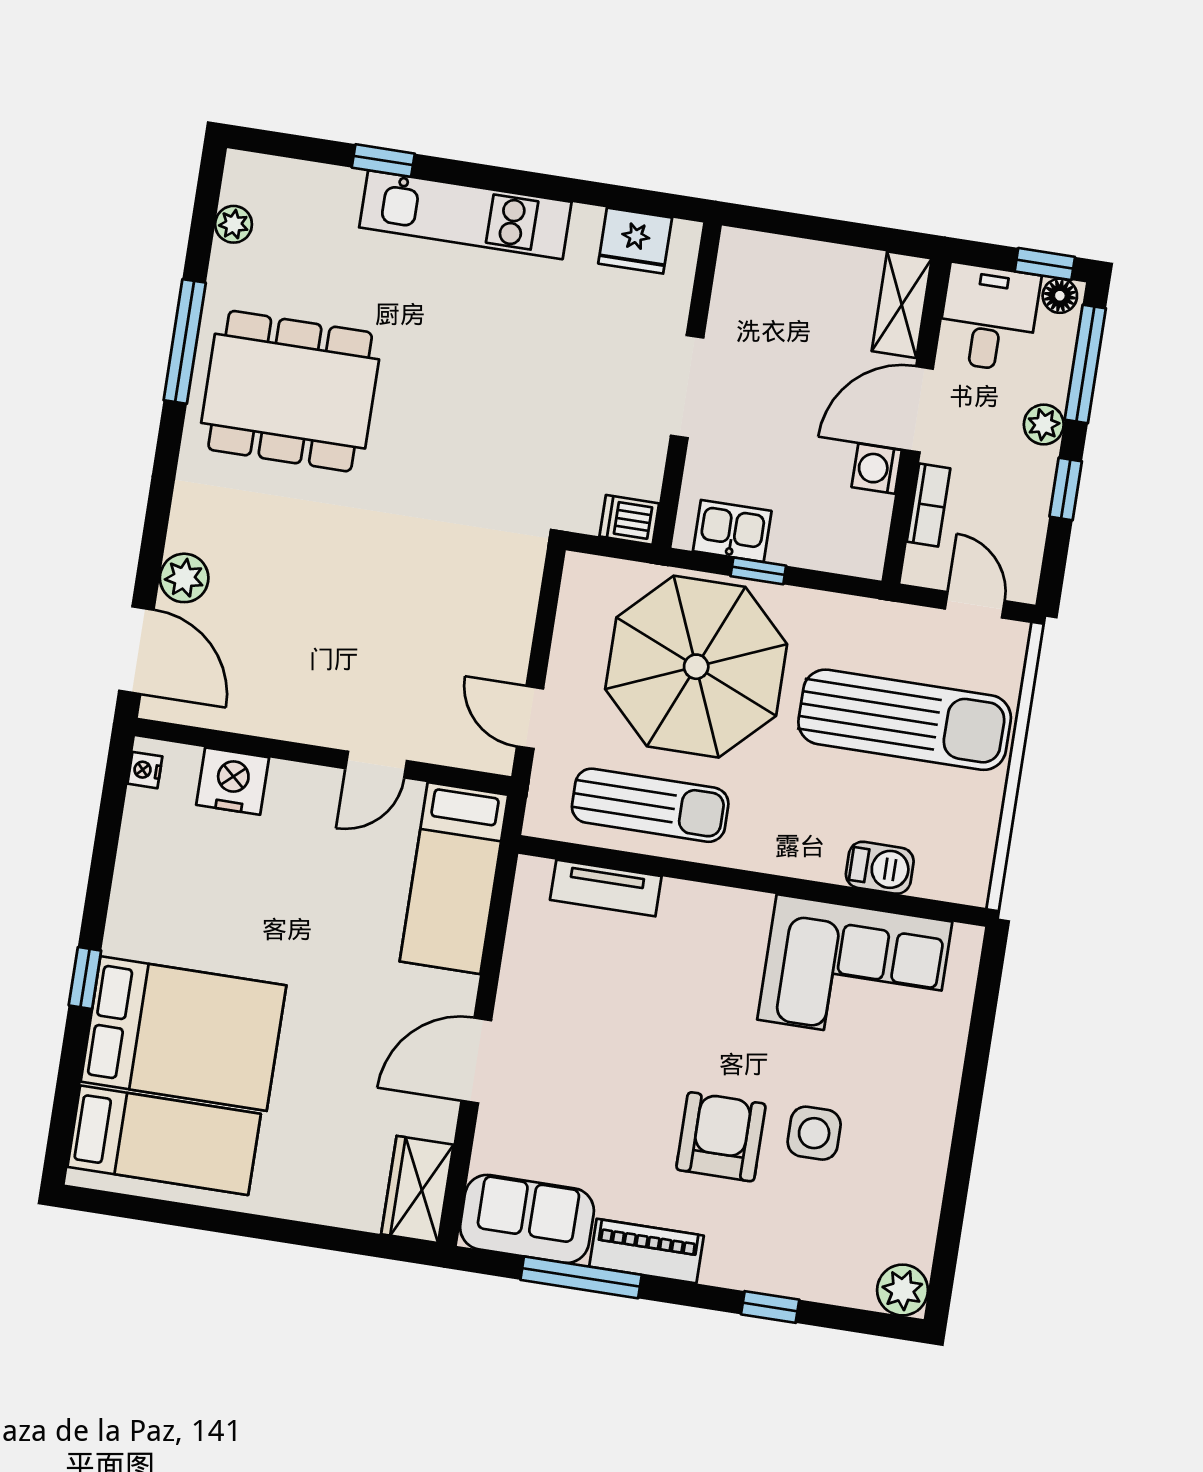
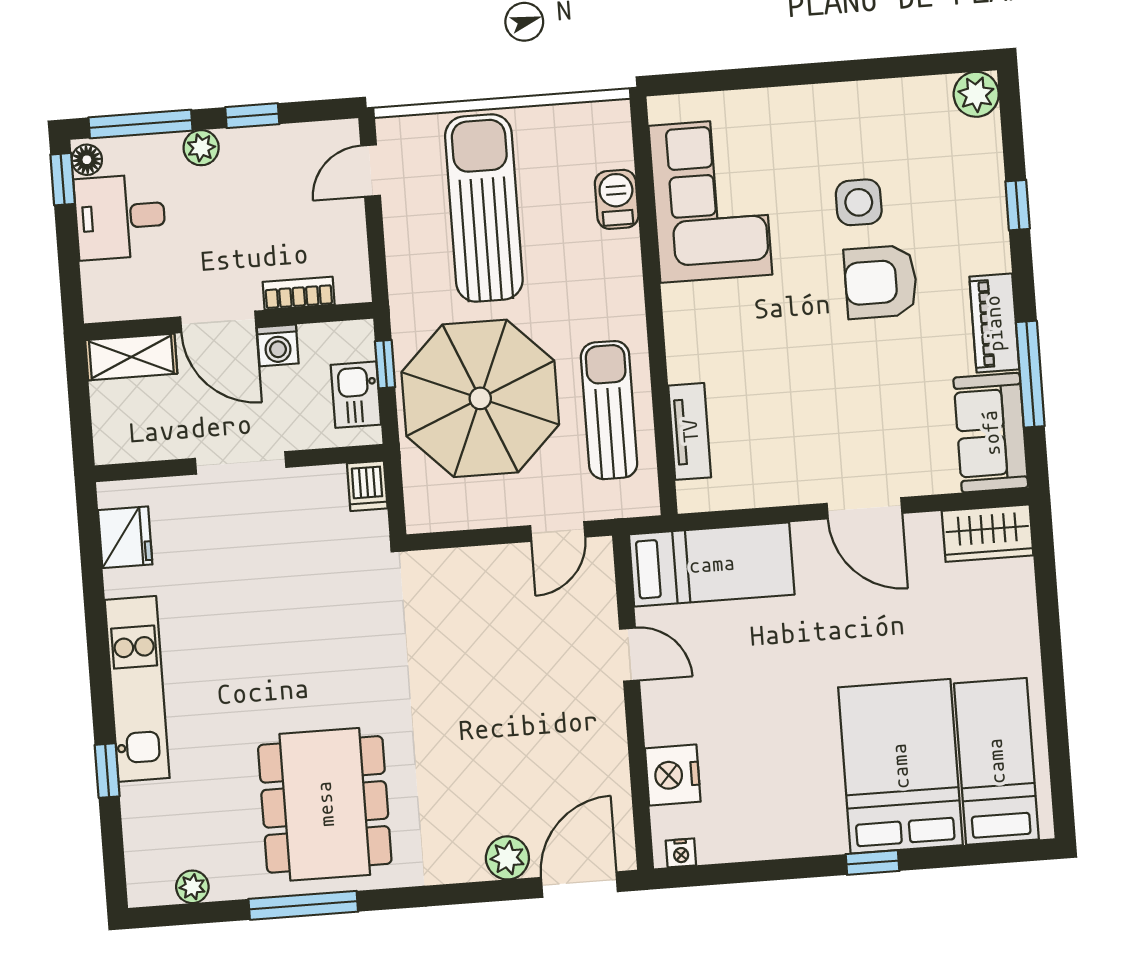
shelving: (902, 305) -> (131, 357), moved
door: (918, 409) -> (218, 322), moved
wall: (916, 421) -> (229, 321), moved
washing machine: (877, 469) -> (278, 345), moved
bookcase: (929, 505) -> (299, 293), moved

